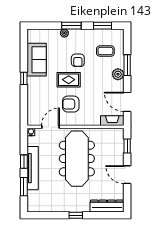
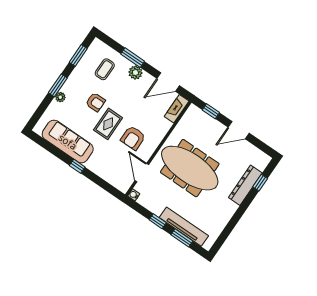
sofa: (37, 60) -> (68, 142), width x1.36
tv unit: (33, 168) -> (184, 227), moved
dresser: (107, 206) -> (245, 185), moved
window: (76, 215) -> (260, 183), moved

